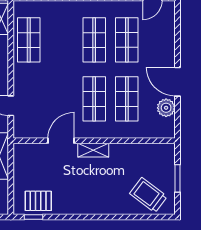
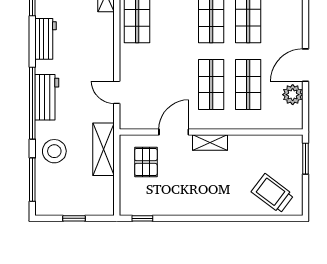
door: (178, 82) -> (305, 65), hinge flipped
window: (178, 178) -> (305, 159), moved
pallet: (38, 201) -> (146, 162), moved, turned 90

